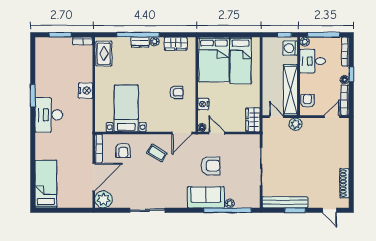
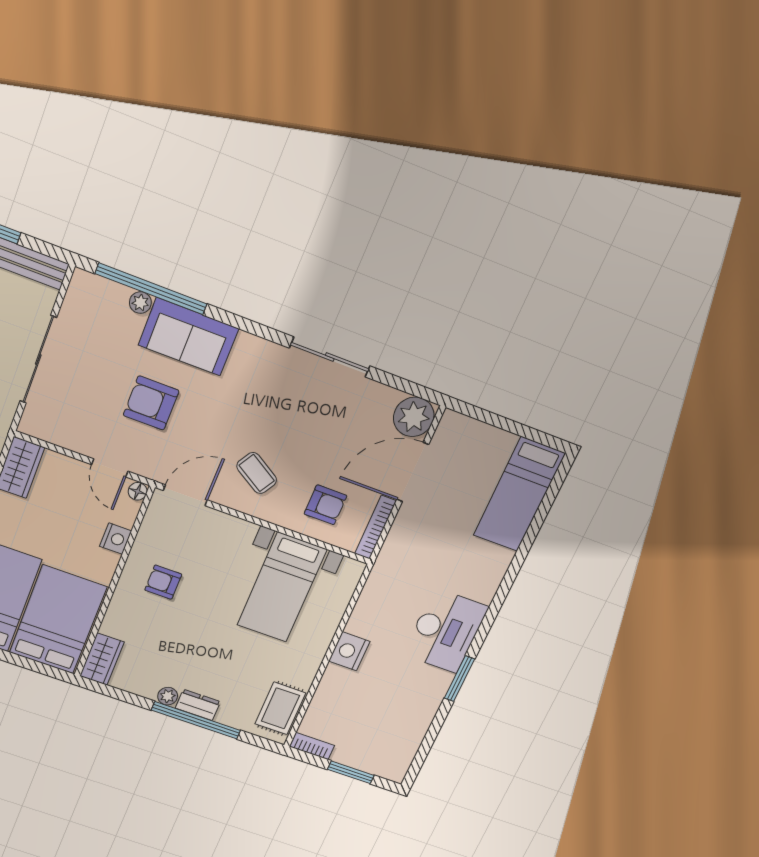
wardrobe: (176, 44) -> (102, 659), moved, turned 90
armchair: (123, 150) -> (325, 505), turned 90

